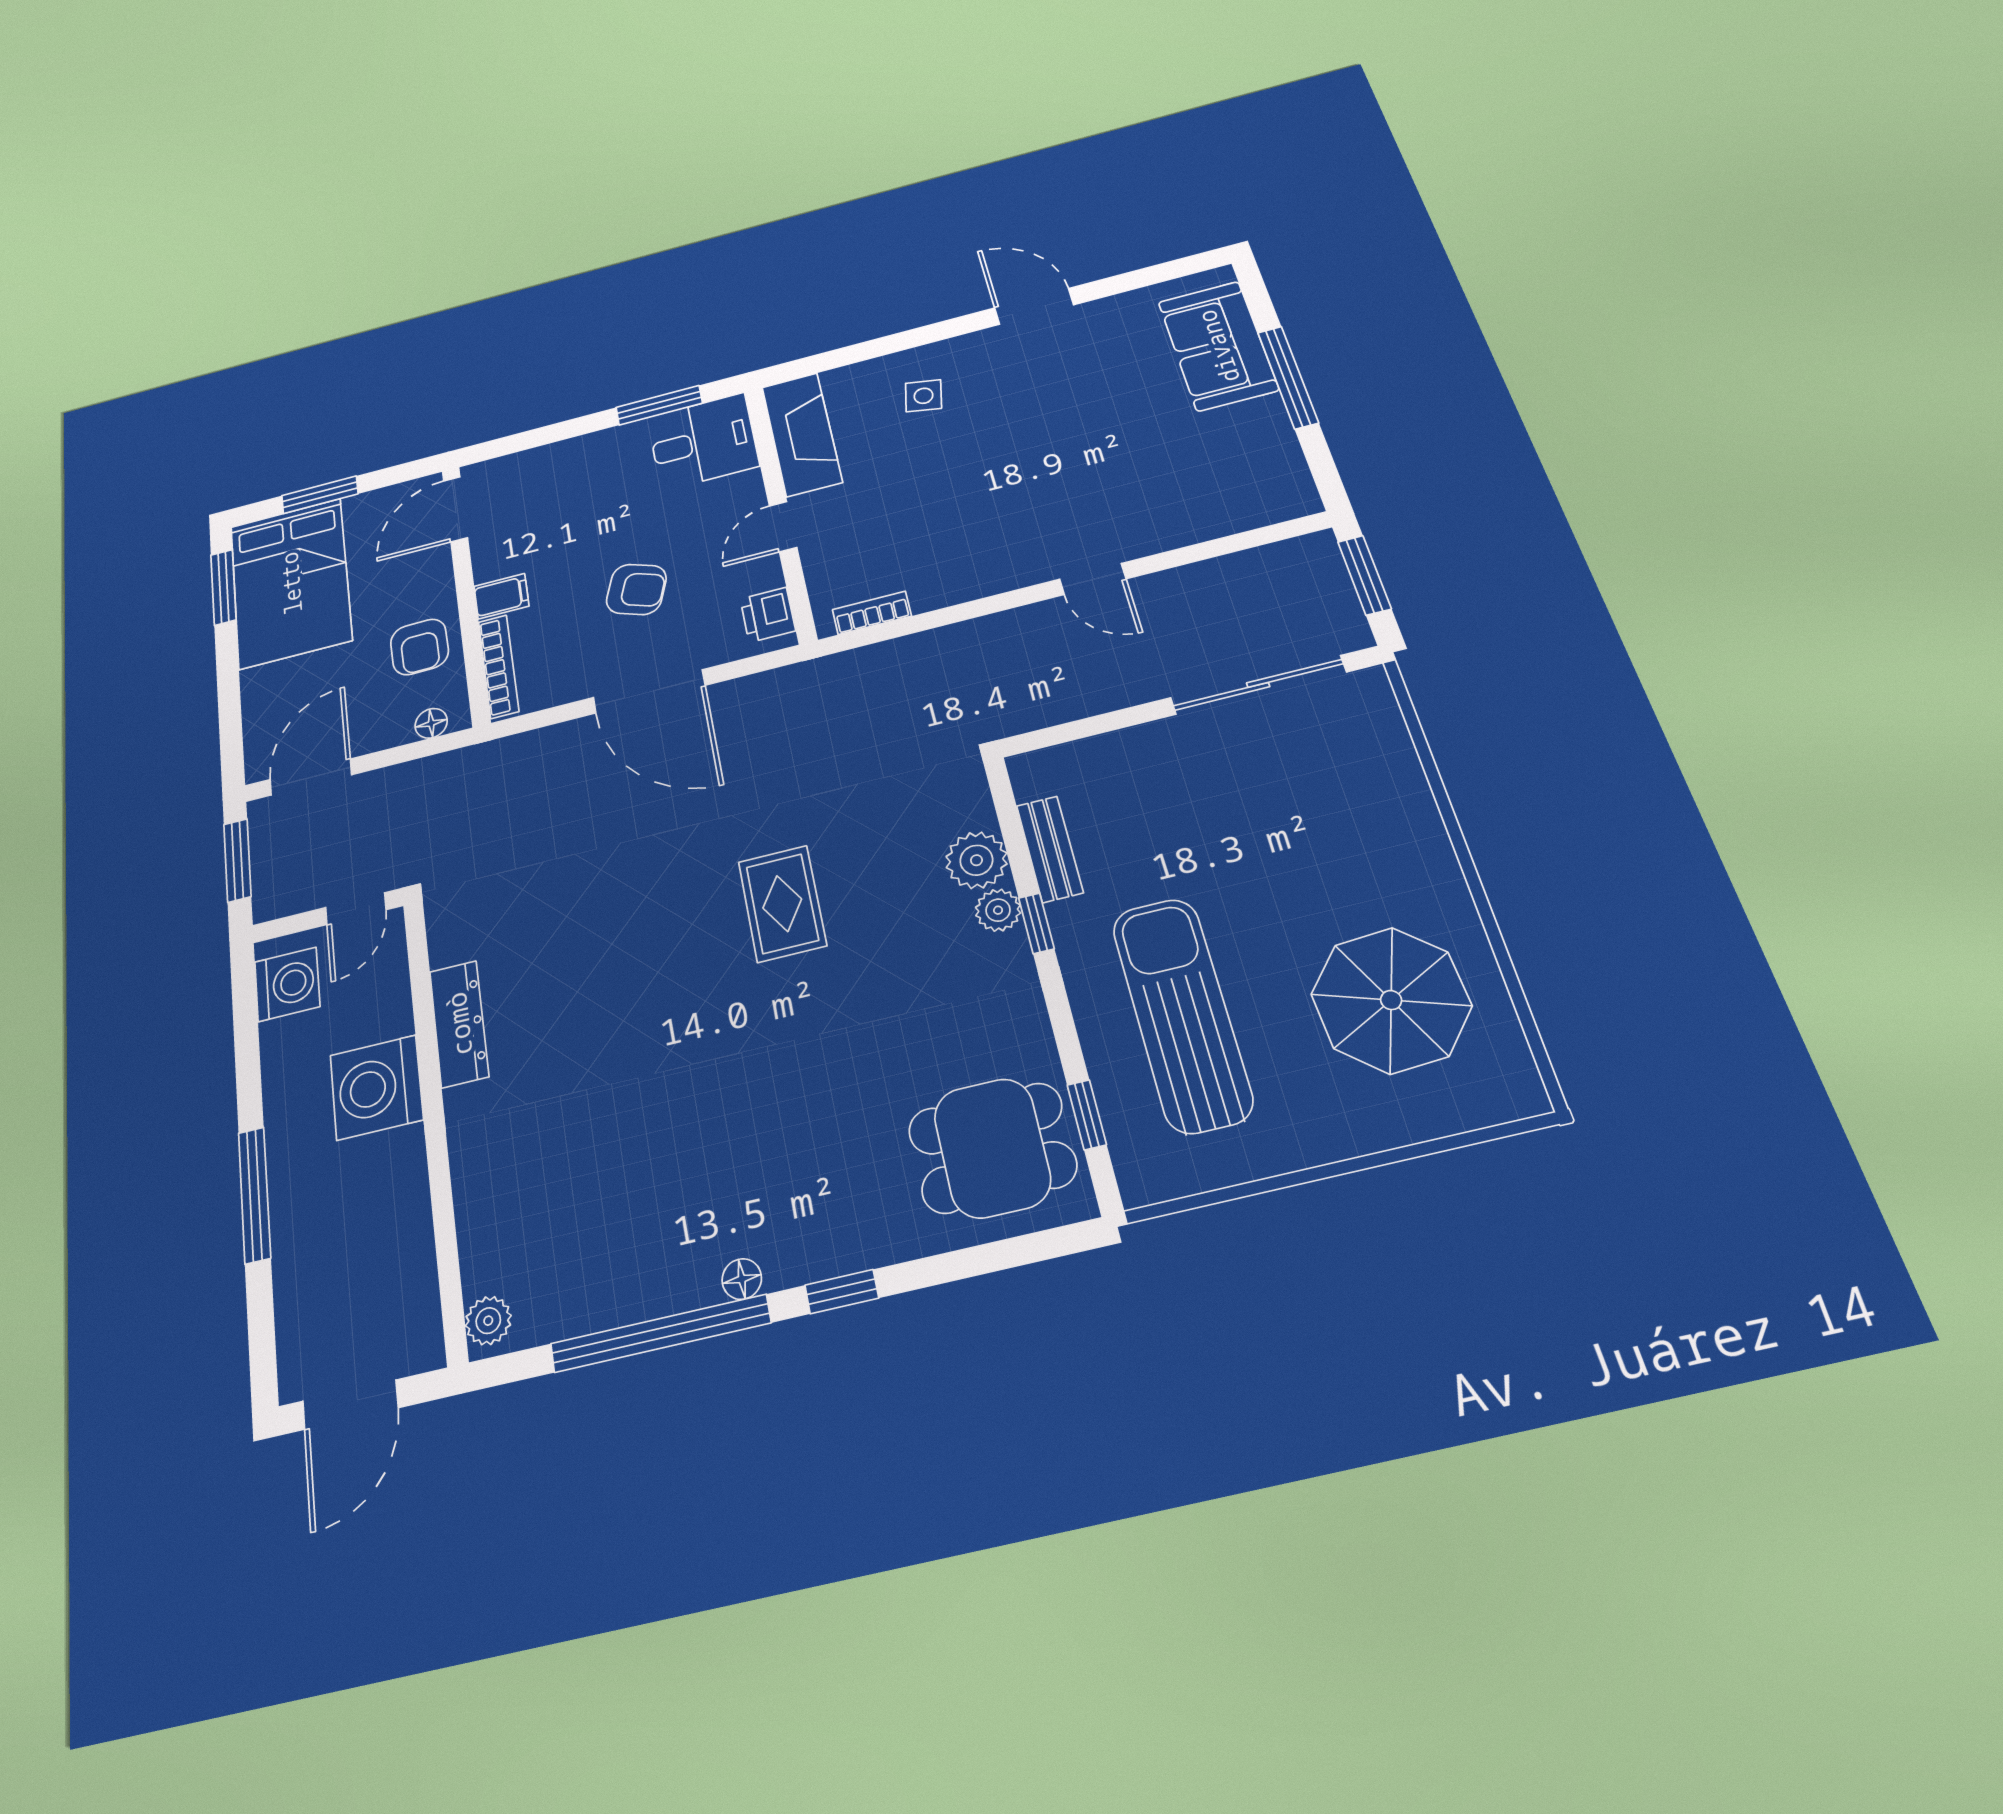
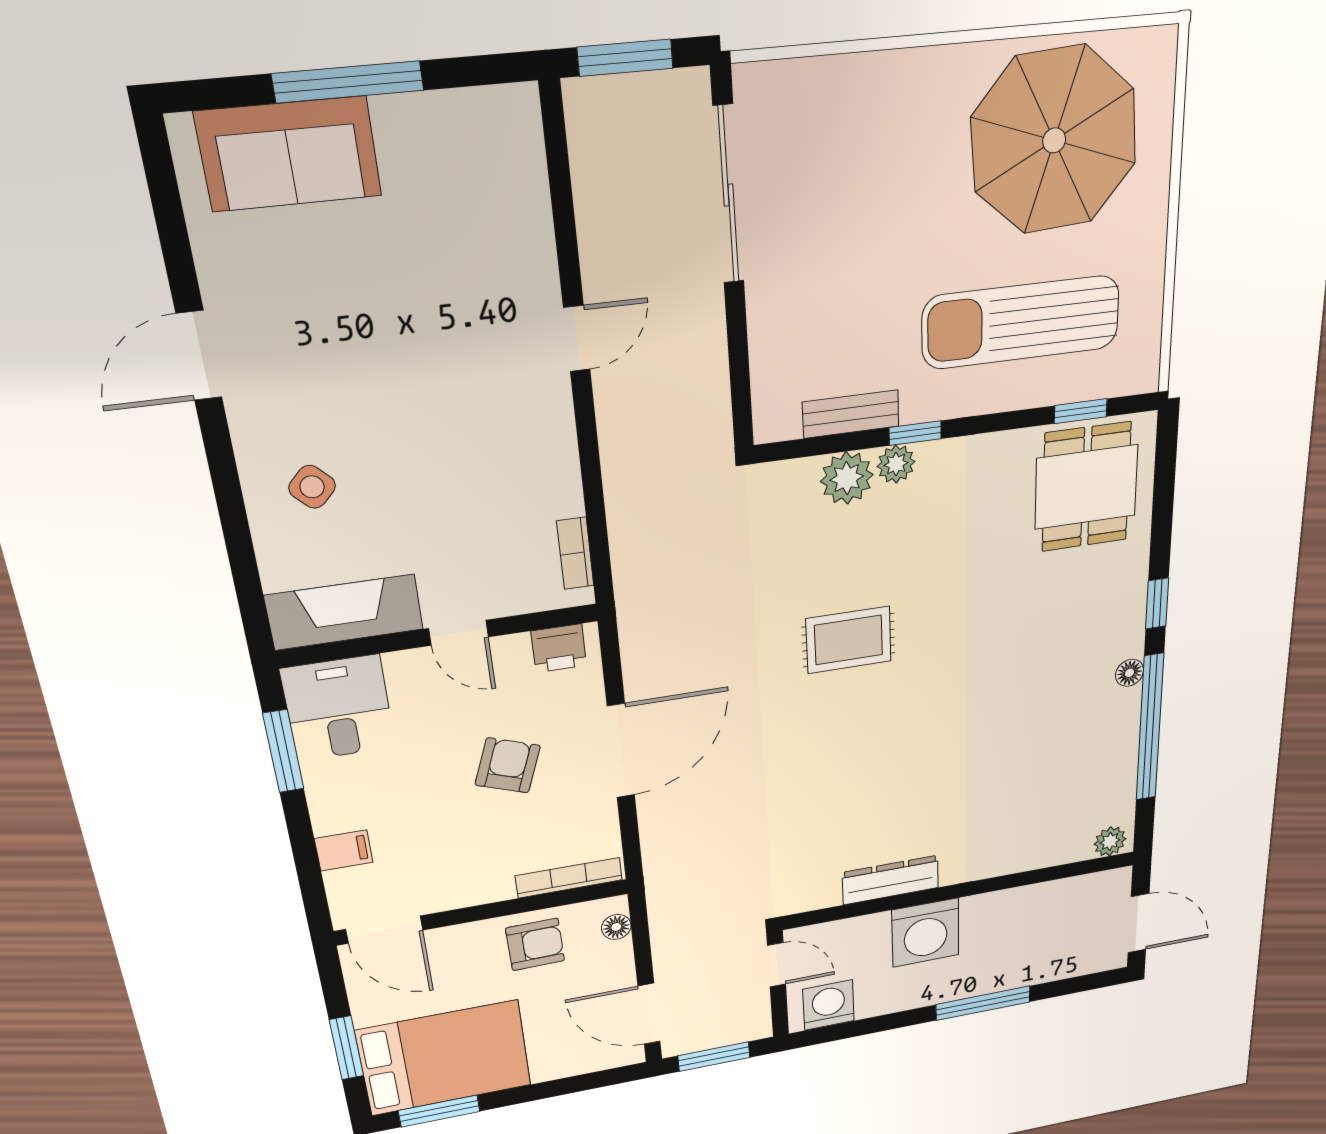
side table: (924, 396) -> (312, 487), turned 34
filing cabinet: (501, 596) -> (344, 850), moved, turned 90
parasol: (1391, 1000) -> (1054, 140), width x1.36, depth x1.36

